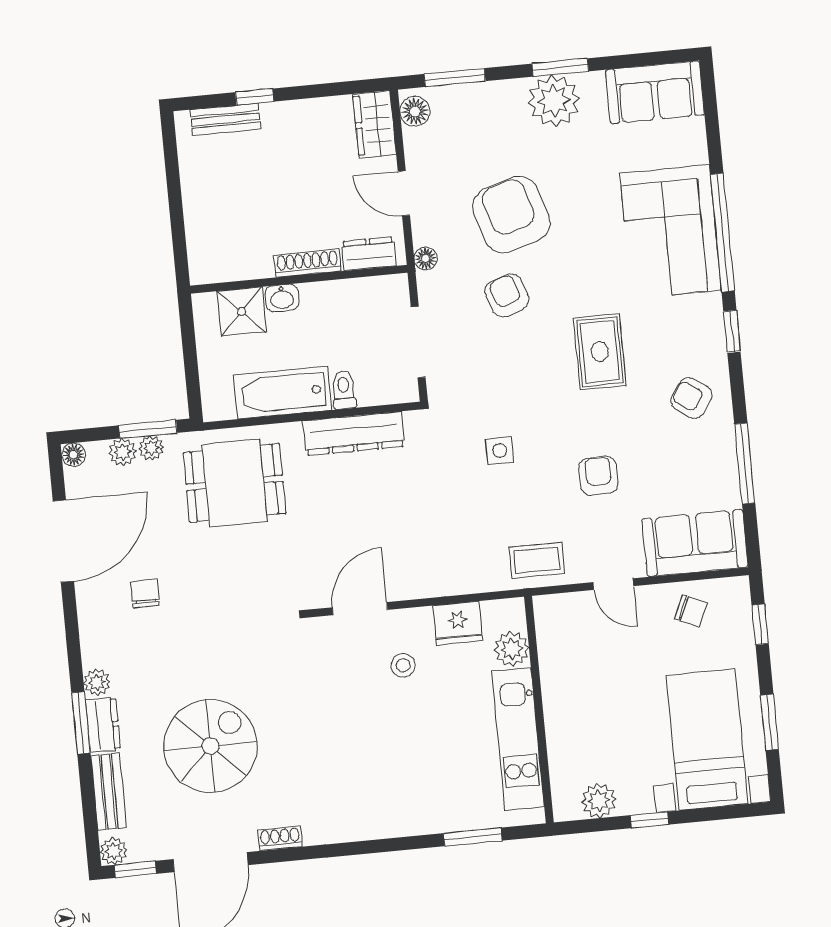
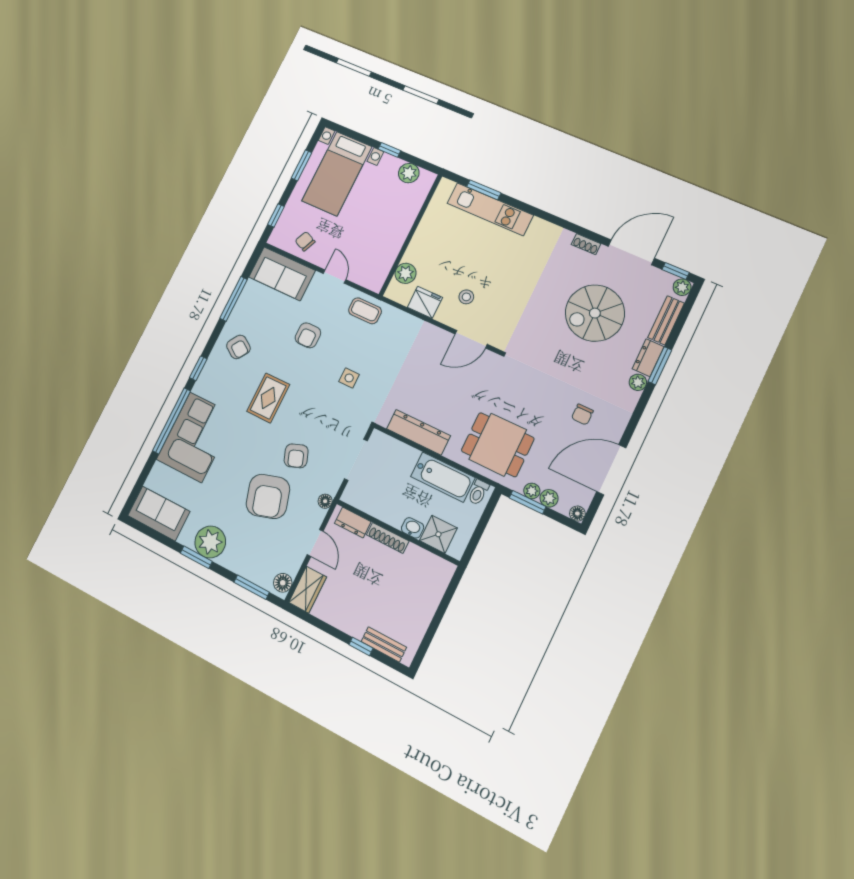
toilet: (344, 390) -> (478, 492), moved
kitchen unit: (518, 739) -> (490, 209), moved, turned 90

